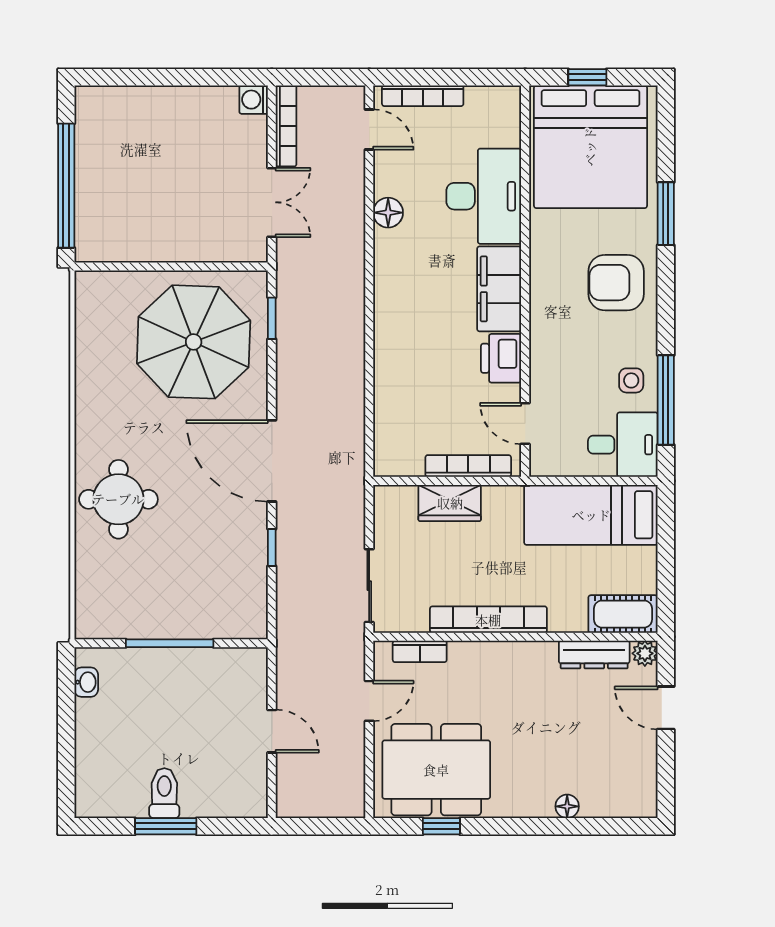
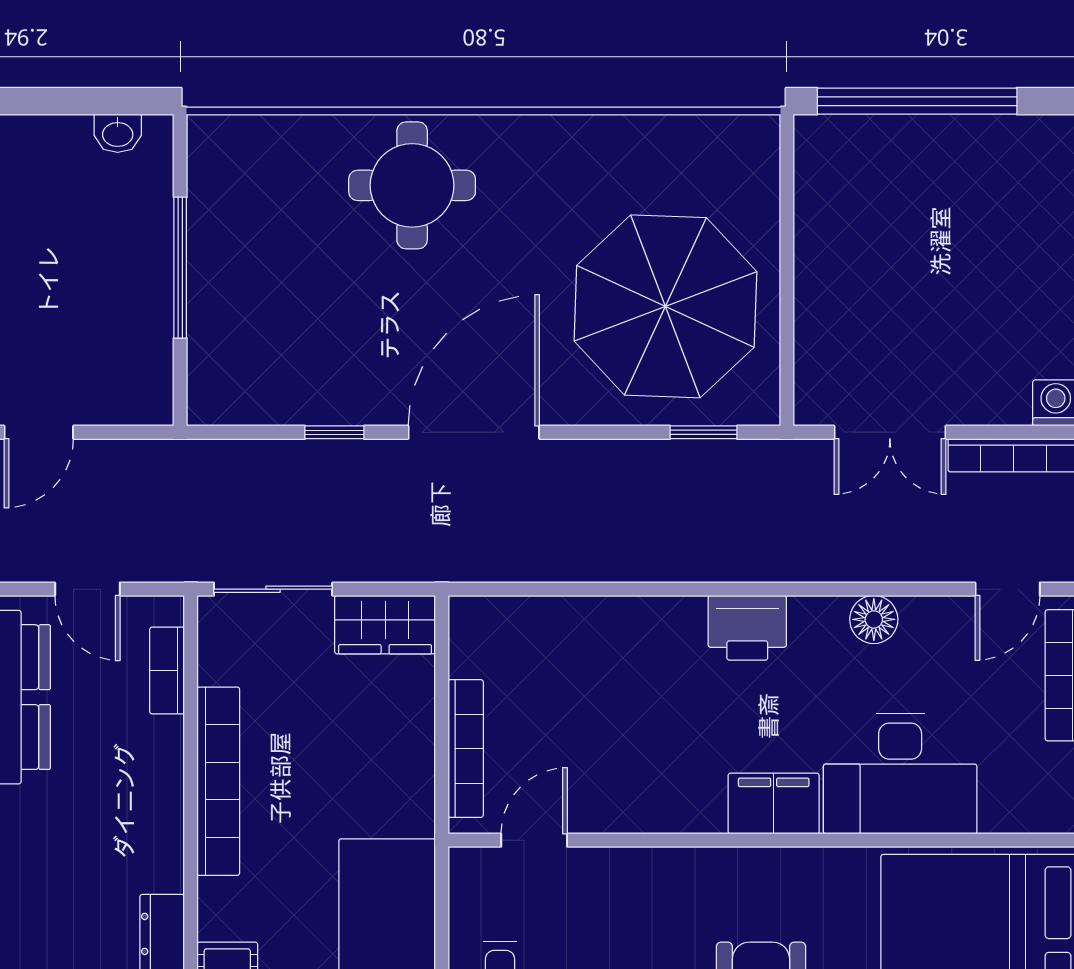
filing cabinet: (499, 289) -> (774, 804), width x0.67, depth x0.86
printer: (501, 358) -> (747, 628), moved, turned 180
wardrobe: (450, 503) -> (385, 625), moved, turned -90

